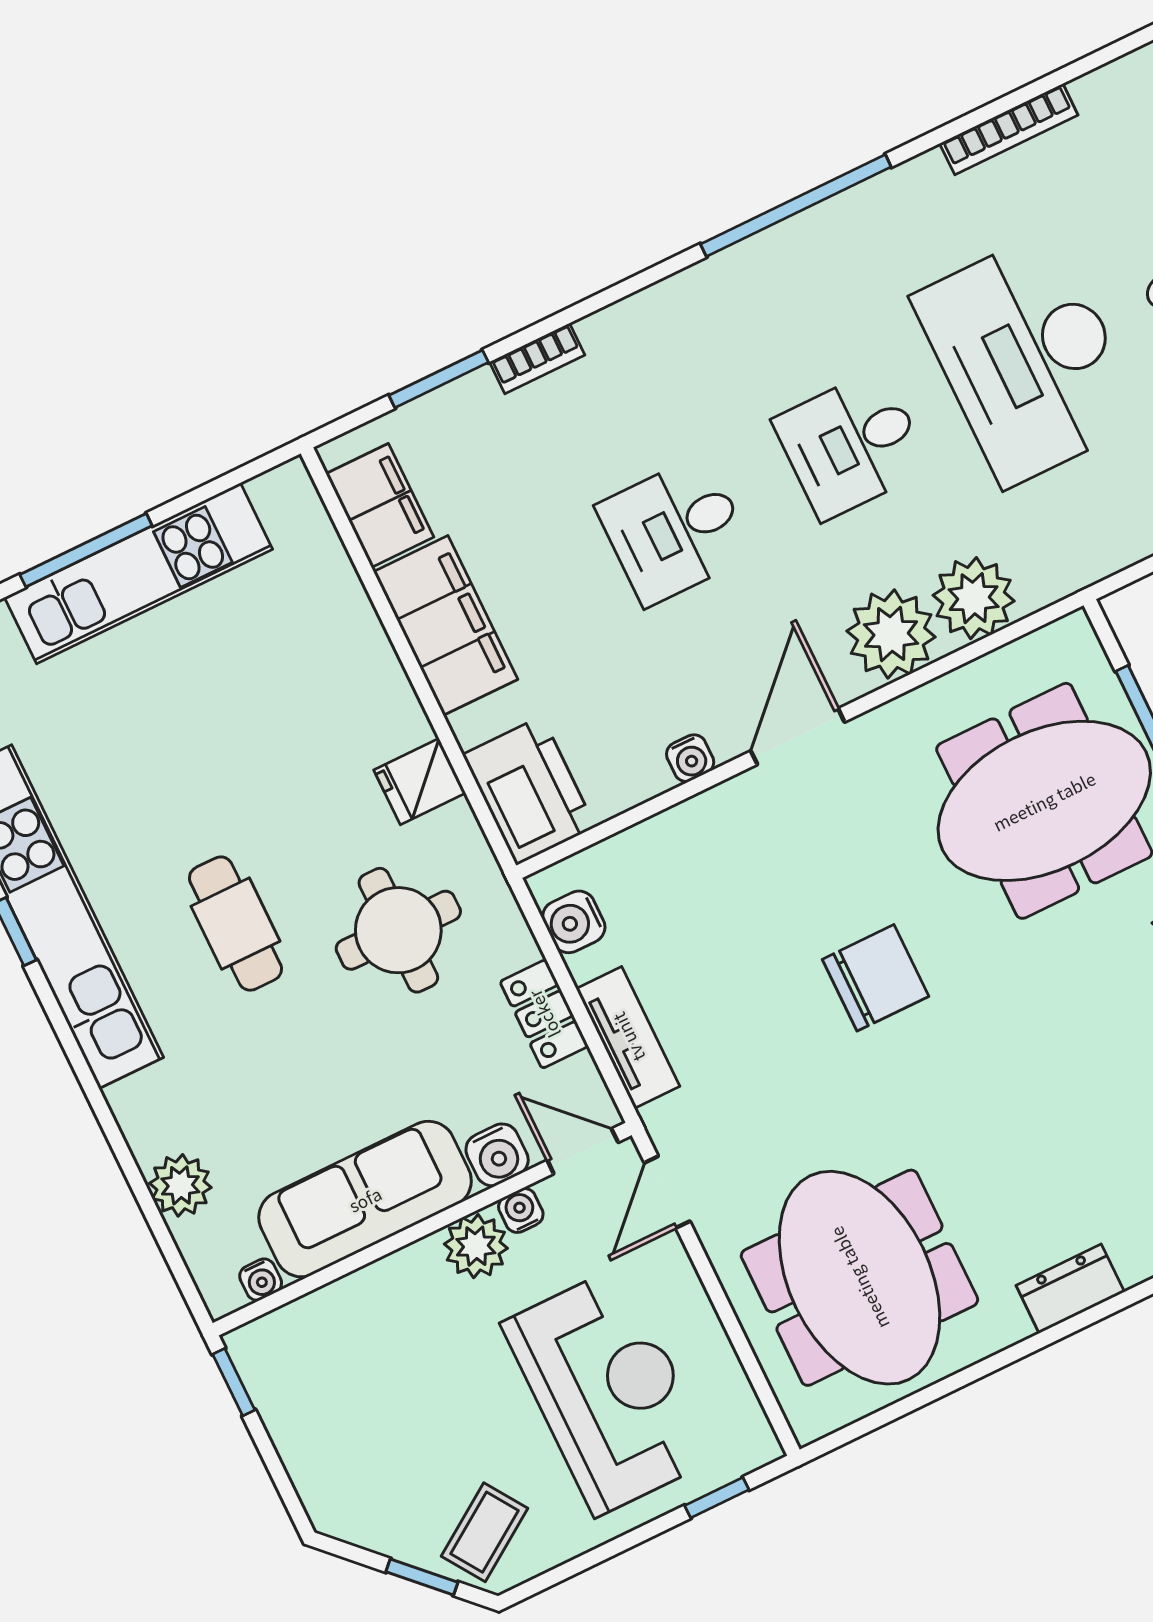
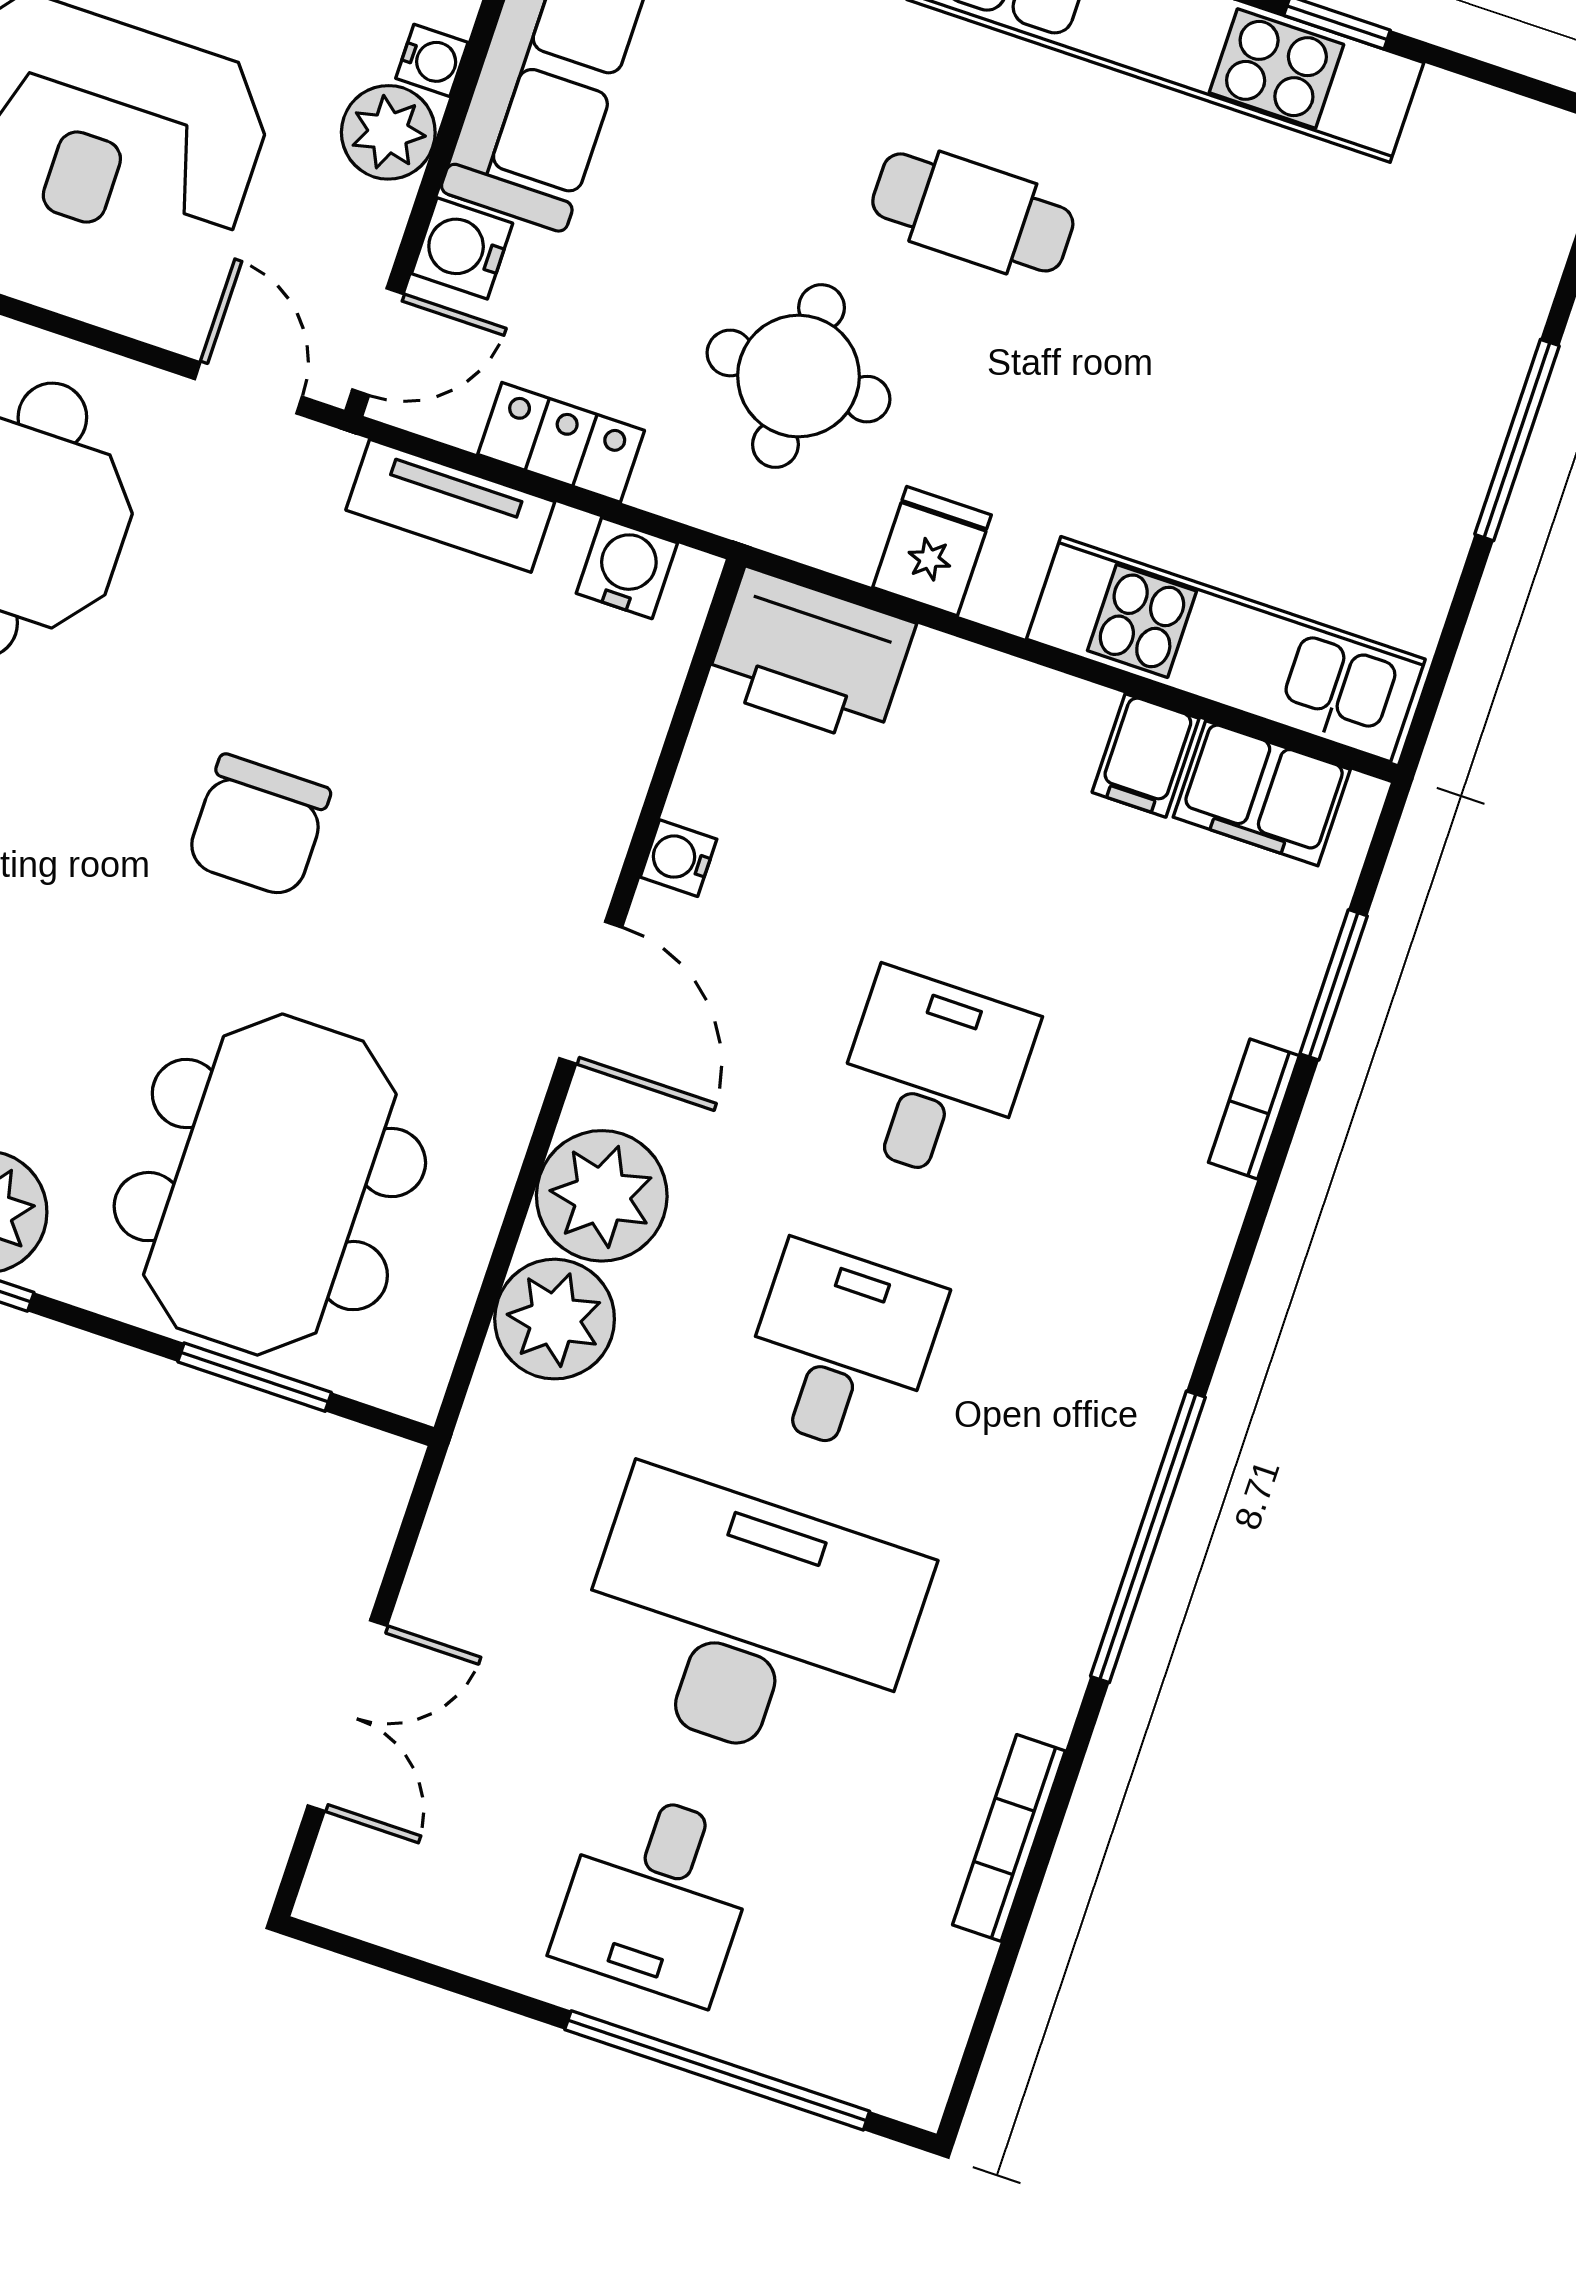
kitchen unit: (139, 573) -> (1226, 649), moved, turned 90
filing cabinet: (446, 625) -> (1146, 755), width x0.33, depth x0.86
water cooler: (521, 1210) -> (432, 60), moved

